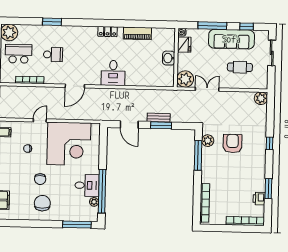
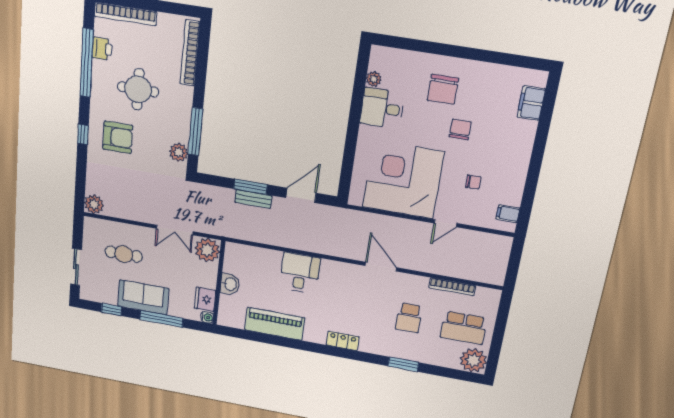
locker: (107, 31) -> (343, 341), moved
piano: (137, 33) -> (275, 324), width x1.37, depth x1.33
sofa: (231, 39) -> (143, 297), width x0.73
school desk: (53, 55) -> (409, 318), turned -90
desk: (113, 73) -> (300, 273), moved
door: (75, 86) -> (381, 267), hinge flipped
door: (129, 125) -> (301, 195), hinge flipped
armchair: (233, 144) -> (118, 137), moved, turned -90
round table: (235, 177) -> (138, 89), added
window: (268, 189) -> (87, 63), width x2.11
window: (102, 191) -> (358, 95), removed
chair: (42, 203) -> (443, 89), moved
window: (77, 225) -> (408, 44), removed

